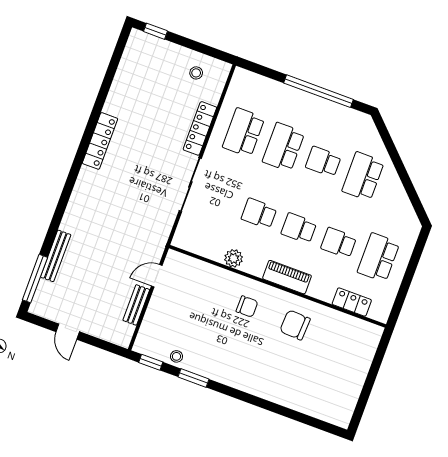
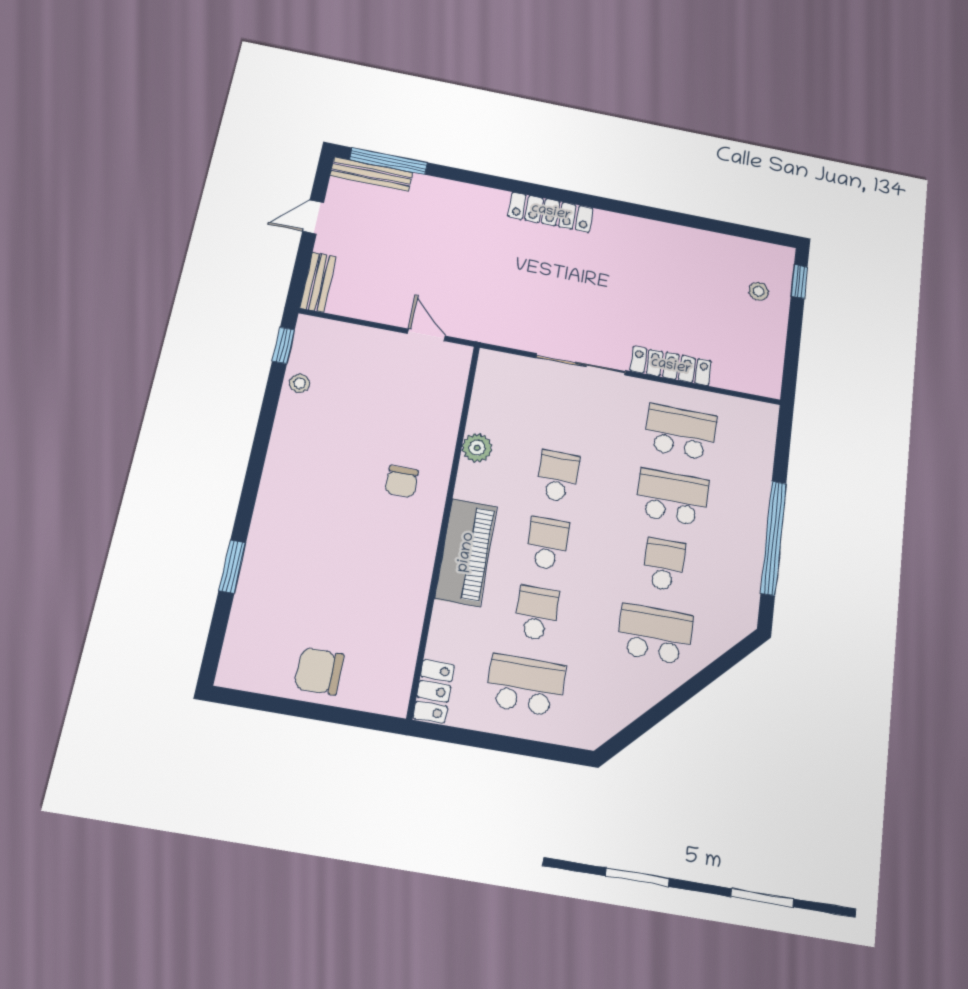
stool: (196, 73) -> (759, 291), moved
locker: (100, 141) -> (551, 212), moved
bench: (56, 256) -> (372, 174), moved
piano: (287, 277) -> (466, 552), width x1.37, depth x1.33
locker: (352, 302) -> (434, 691), moved
bench: (136, 305) -> (318, 282), moved, turned 90
chair: (295, 325) -> (319, 671), moved, turned -93
window: (193, 378) -> (232, 567), moved

